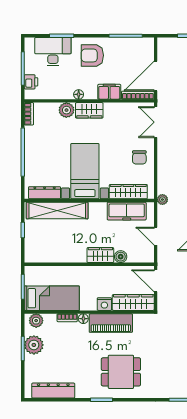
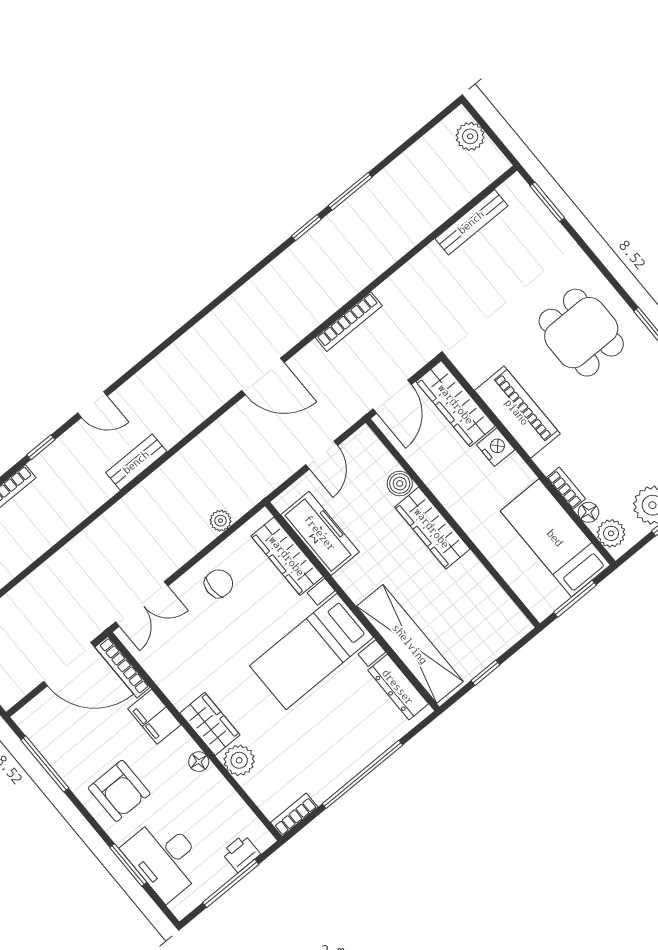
plant: (162, 200) -> (221, 521), moved
wardrobe: (100, 255) -> (432, 528), width x1.50
floor lamp: (83, 319) -> (588, 512), moved

